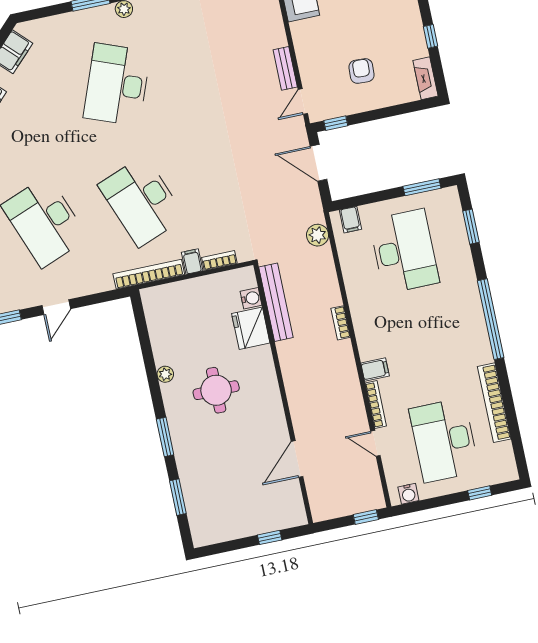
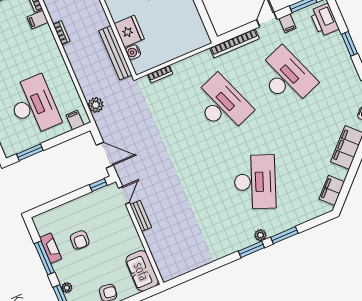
window: (431, 36) -> (44, 258), width x2.17
armchair: (361, 71) -> (80, 240), moved
fireplace: (425, 78) -> (51, 248), moved
desk: (404, 251) -> (34, 105), turned 180
filing cabinet: (192, 261) -> (288, 23), moved
bookcase: (149, 274) -> (234, 43), moved
bookcase: (341, 323) -> (61, 33), moved

